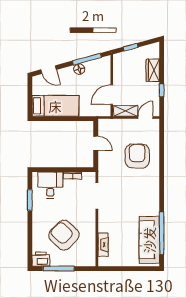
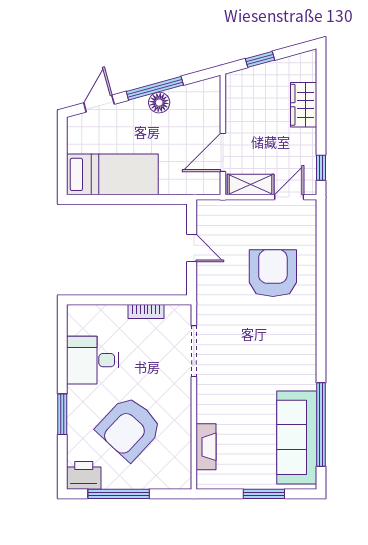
window: (87, 59) -> (155, 88), moved
door: (49, 70) -> (99, 104), swing flipped
window: (162, 90) -> (321, 168), moved
desk: (50, 185) -> (93, 360), moved, turned -90
window: (30, 200) -> (62, 414), moved
armchair: (64, 235) -> (129, 428), turned -91
window: (133, 269) -> (264, 494), added

